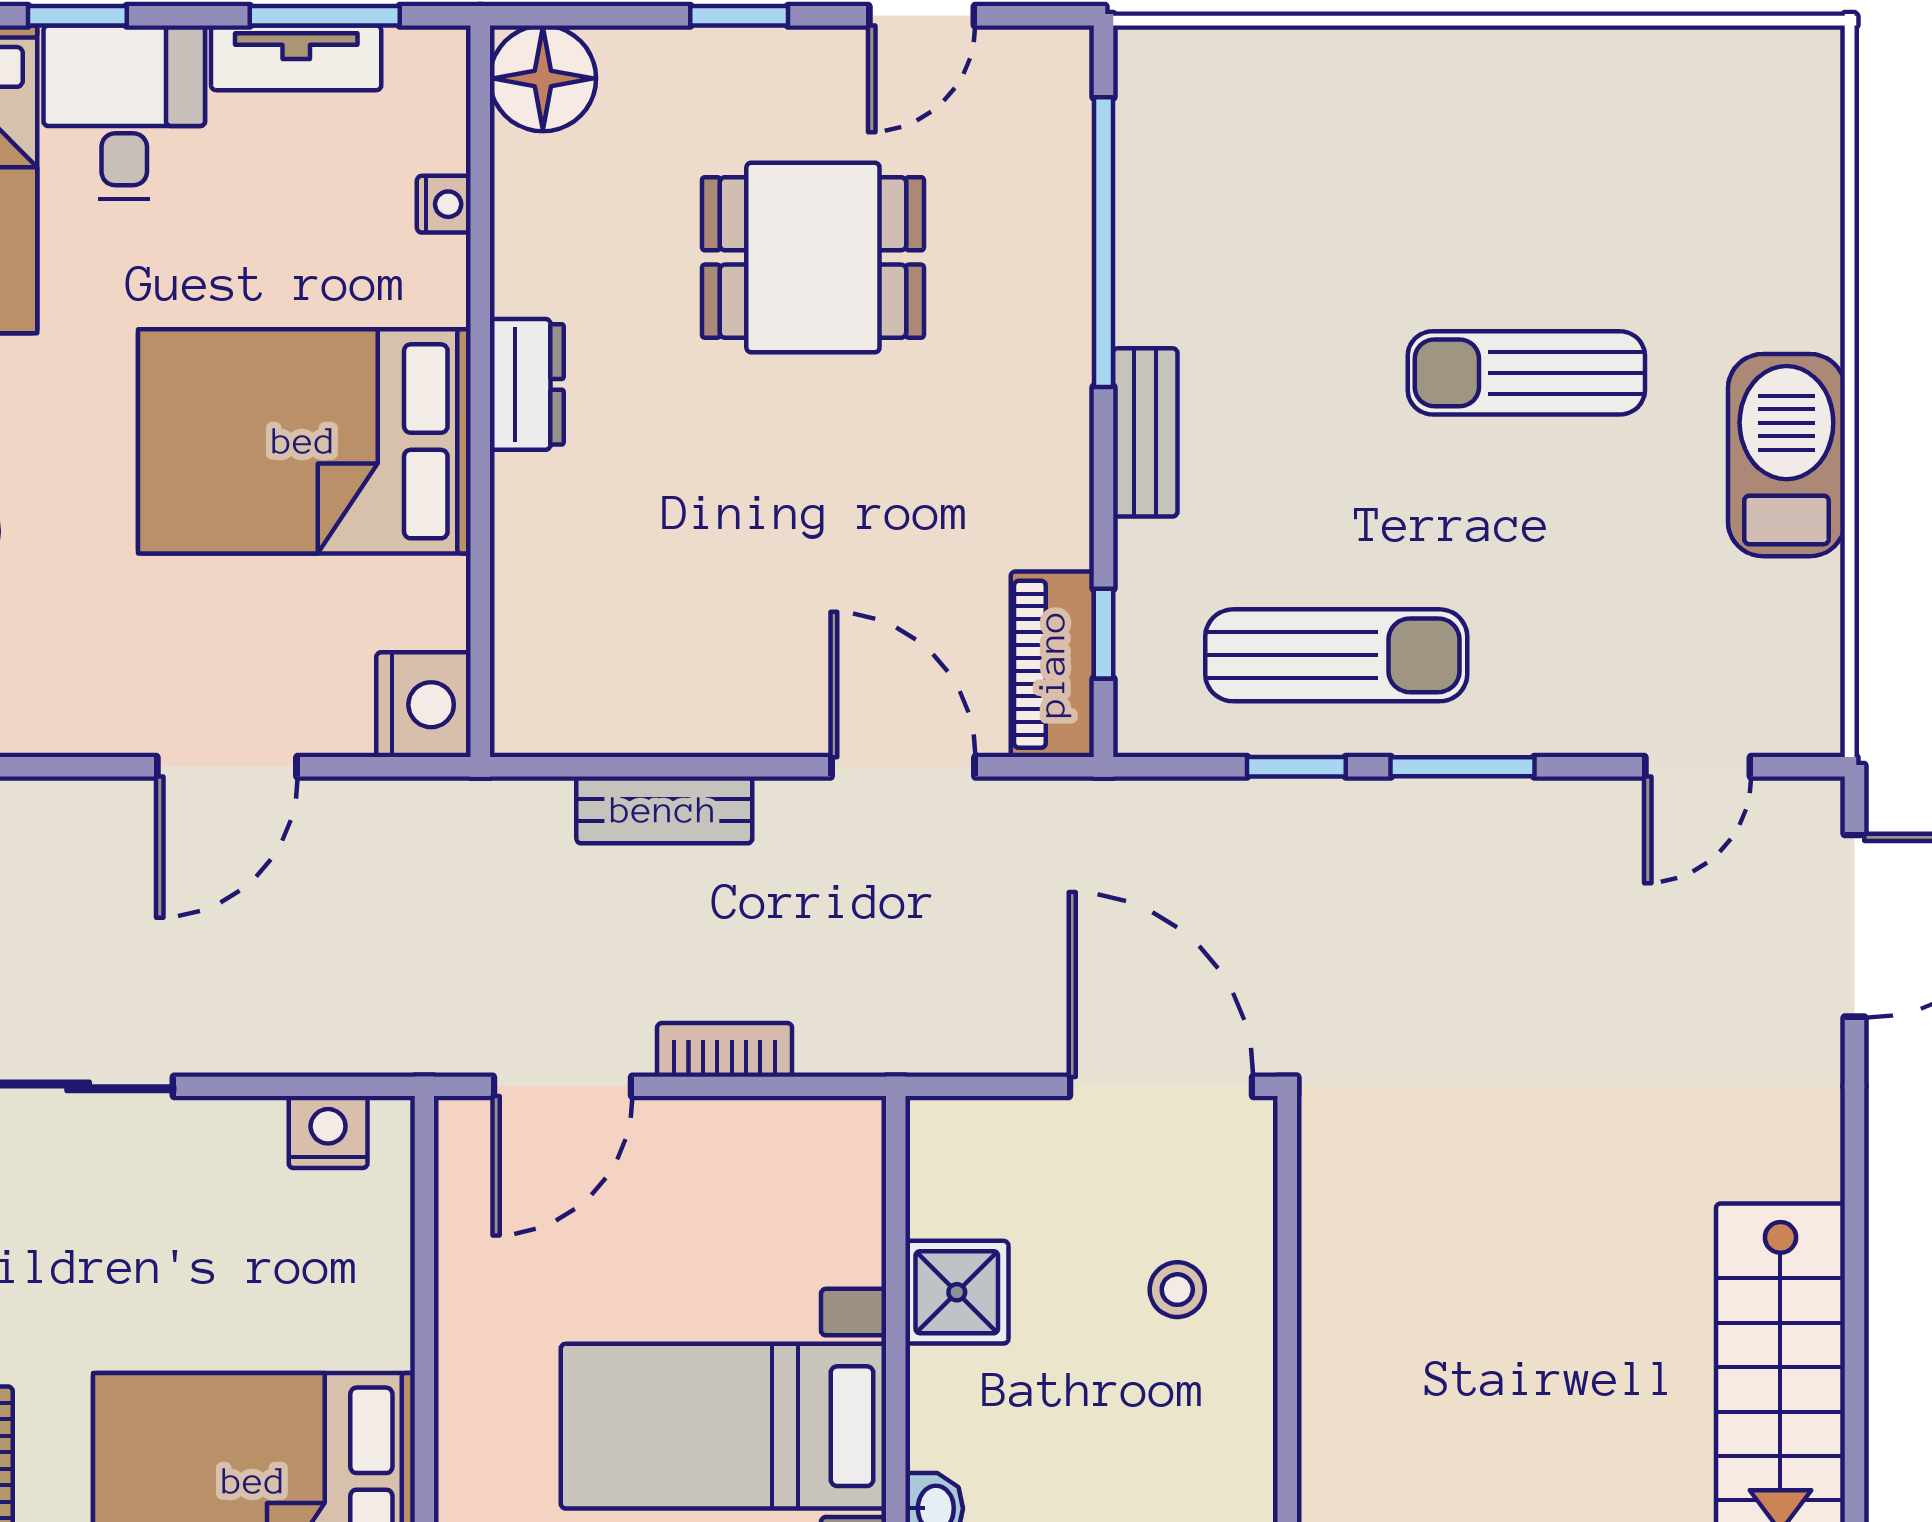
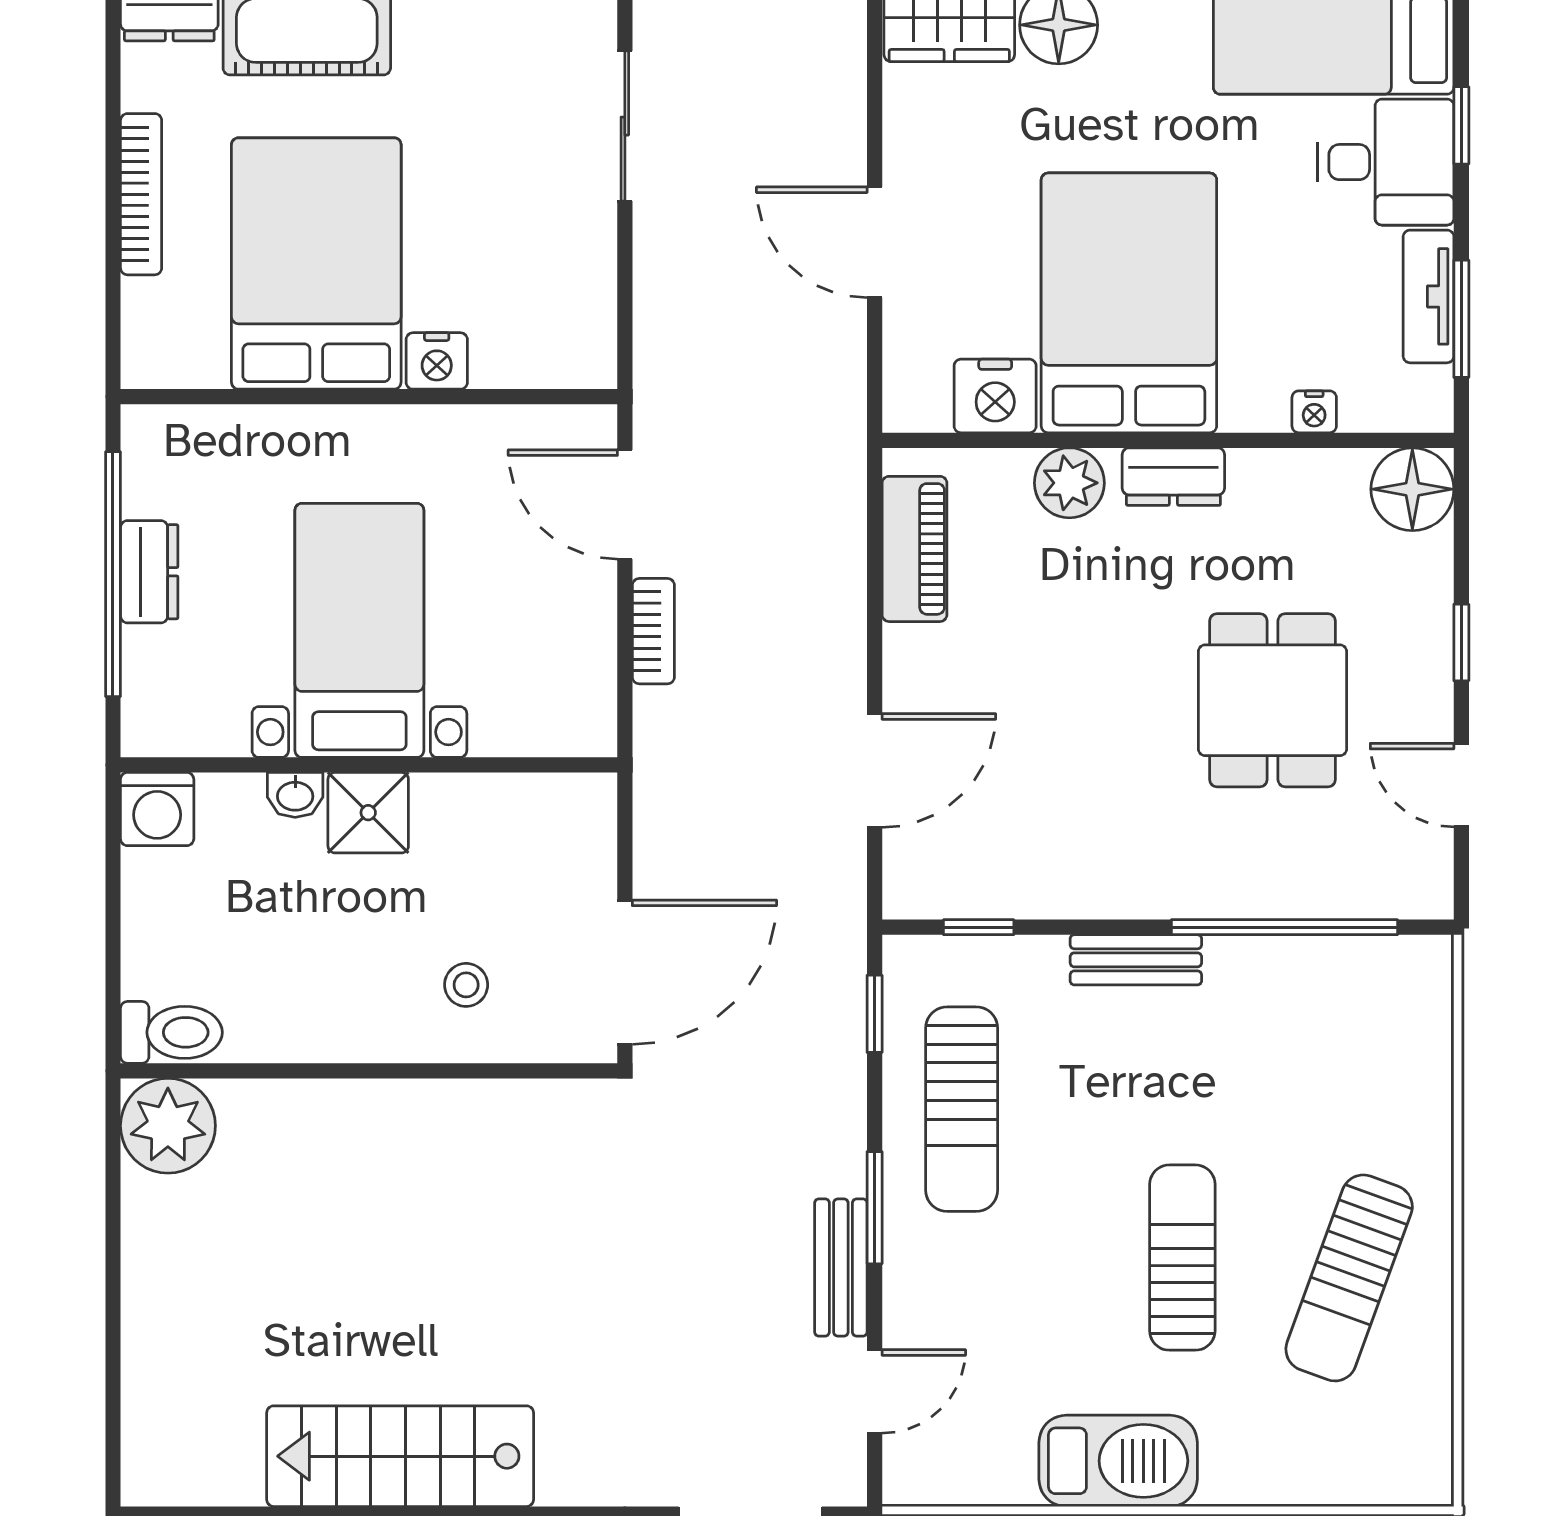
sun lounger: (1552, 159) -> (1349, 1278), added
plant: (535, 517) -> (1069, 483), added
piano: (1052, 664) -> (915, 549), moved, turned 90
nightstand: (424, 705) -> (995, 396), moved
window: (1296, 767) -> (875, 1014), moved
door: (1698, 767) -> (875, 1391), swing flipped
bench: (664, 810) -> (841, 1267), moved
nightstand: (328, 1132) -> (437, 361), moved, turned 90
shower: (957, 1292) -> (368, 813), moved

